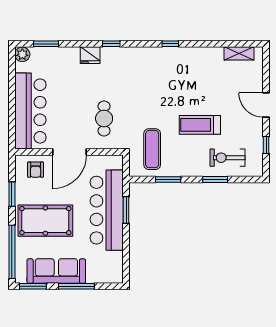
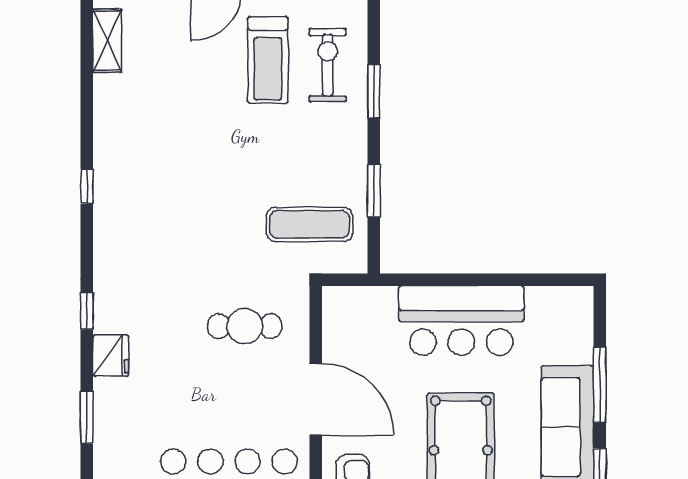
window: (46, 44) -> (87, 417), moved
treadmill: (200, 125) -> (268, 60), moved
exercise bike: (227, 158) -> (328, 65), turned 180
bar counter: (107, 210) -> (461, 321), width x0.73
window: (126, 210) -> (438, 280), removed

